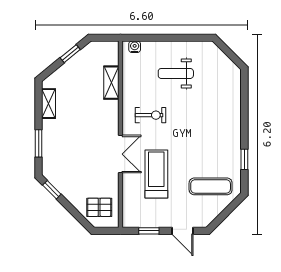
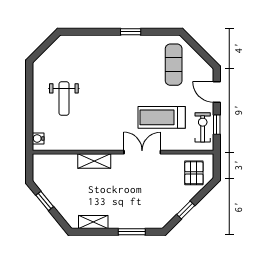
shelving: (111, 83) -> (94, 161), moved
exercise bike: (150, 115) -> (203, 127), moved
window: (244, 159) -> (131, 32), moved
window: (52, 190) -> (186, 210), moved
door: (182, 231) -> (217, 92), swing flipped

